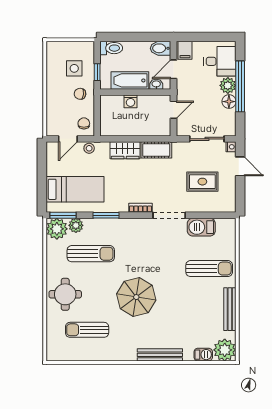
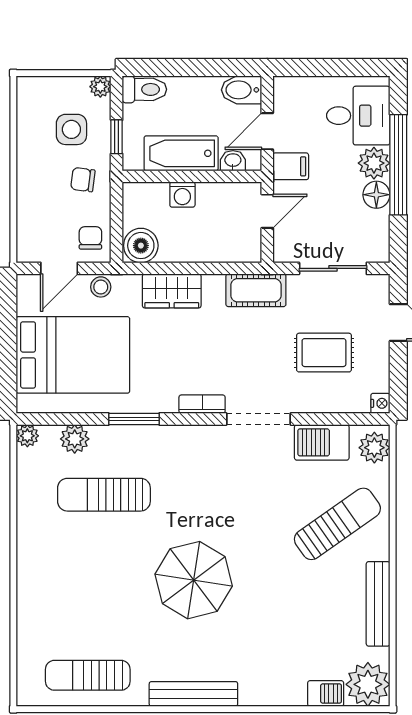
plant: (89, 47) -> (100, 87), added
filing cabinet: (185, 50) -> (291, 166), moved, turned -90
boiler: (109, 127) -> (141, 246), added
nightstand: (231, 147) -> (380, 403), moved
cot: (156, 150) -> (256, 290), moved
bed: (75, 189) -> (73, 355), width x1.50
window: (63, 215) -> (49, 419), removed
plant: (57, 229) -> (27, 436), width x0.53, depth x0.53
plant: (228, 230) -> (374, 448), added
sun lounger: (91, 254) -> (104, 495), turned 180
sun lounger: (209, 269) -> (337, 524), turned -35
round table: (65, 294) -> (54, 575), removed
sun lounger: (87, 330) -> (88, 675), moved
bench: (160, 355) -> (193, 694), moved

